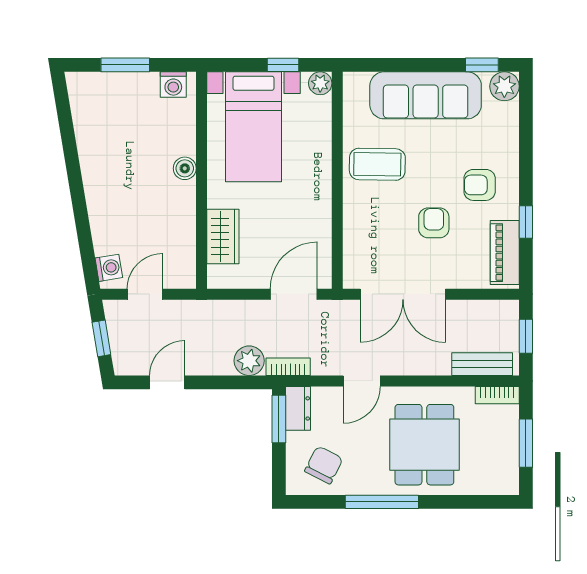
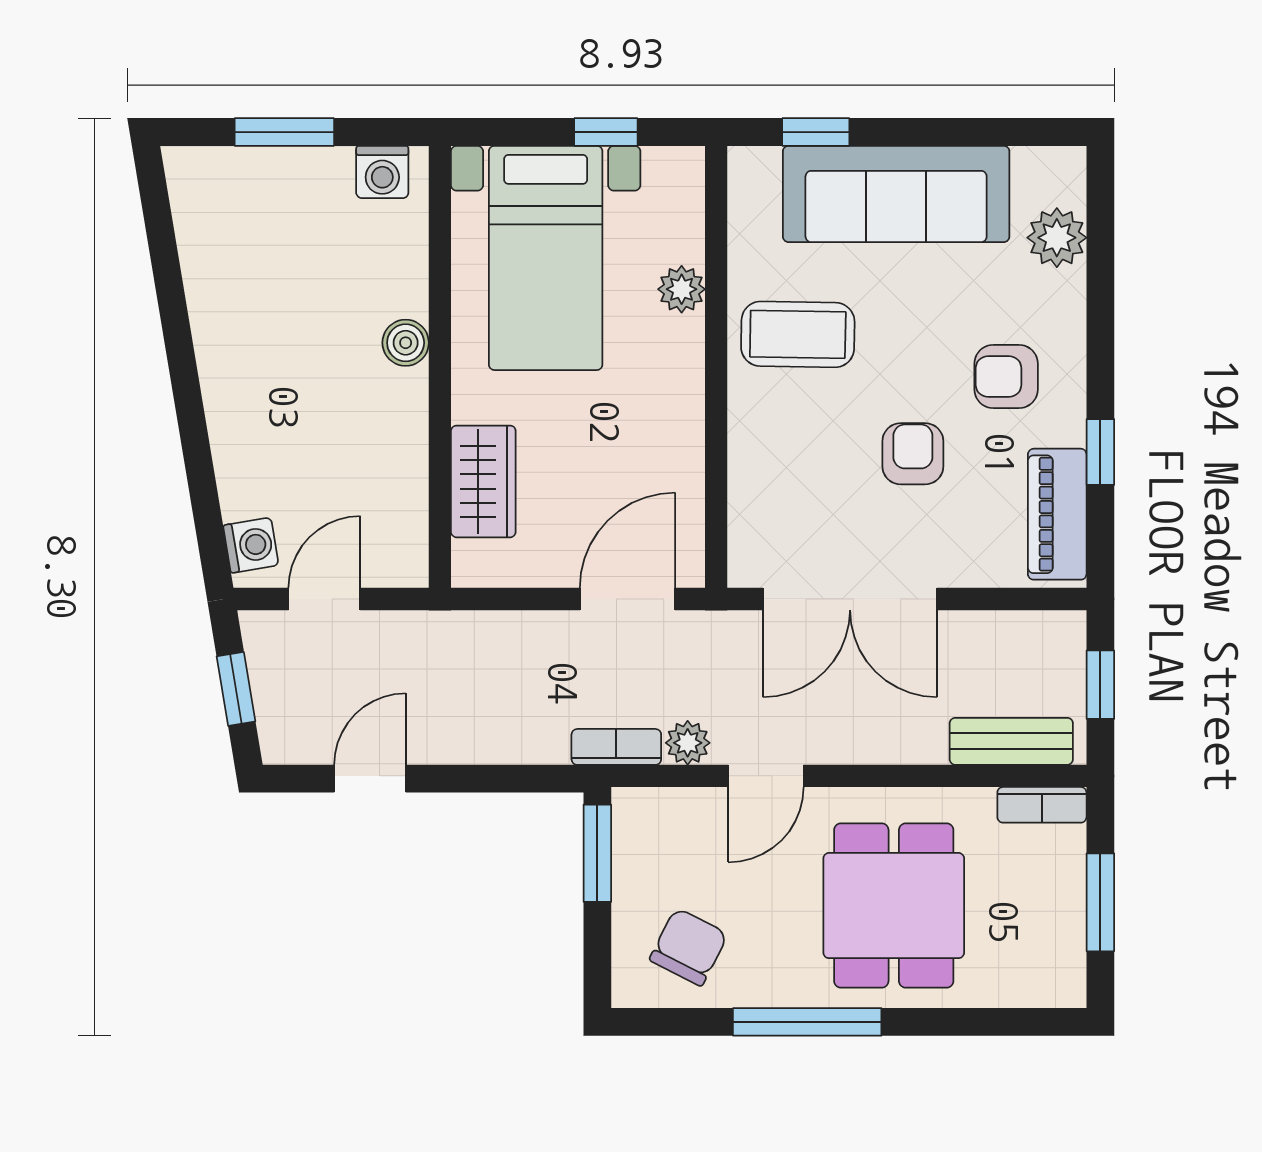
window: (482, 65) -> (816, 132), moved
plant: (320, 83) -> (682, 289), moved
plant: (504, 86) -> (1057, 238), moved
plant: (249, 361) -> (688, 743), moved, width x0.73, depth x0.73
dresser: (298, 408) -> (636, 832), removed

